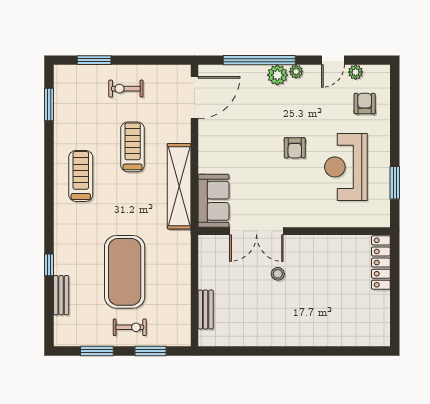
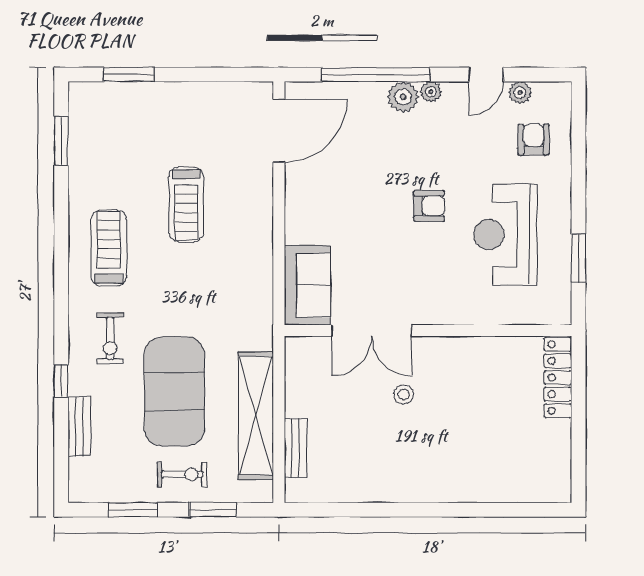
exercise bike: (126, 89) -> (110, 338), moved, turned -90
treadmill: (133, 147) -> (186, 204), turned 180
armchair: (295, 148) -> (429, 206), turned -90
shelving: (179, 186) -> (256, 416), moved

